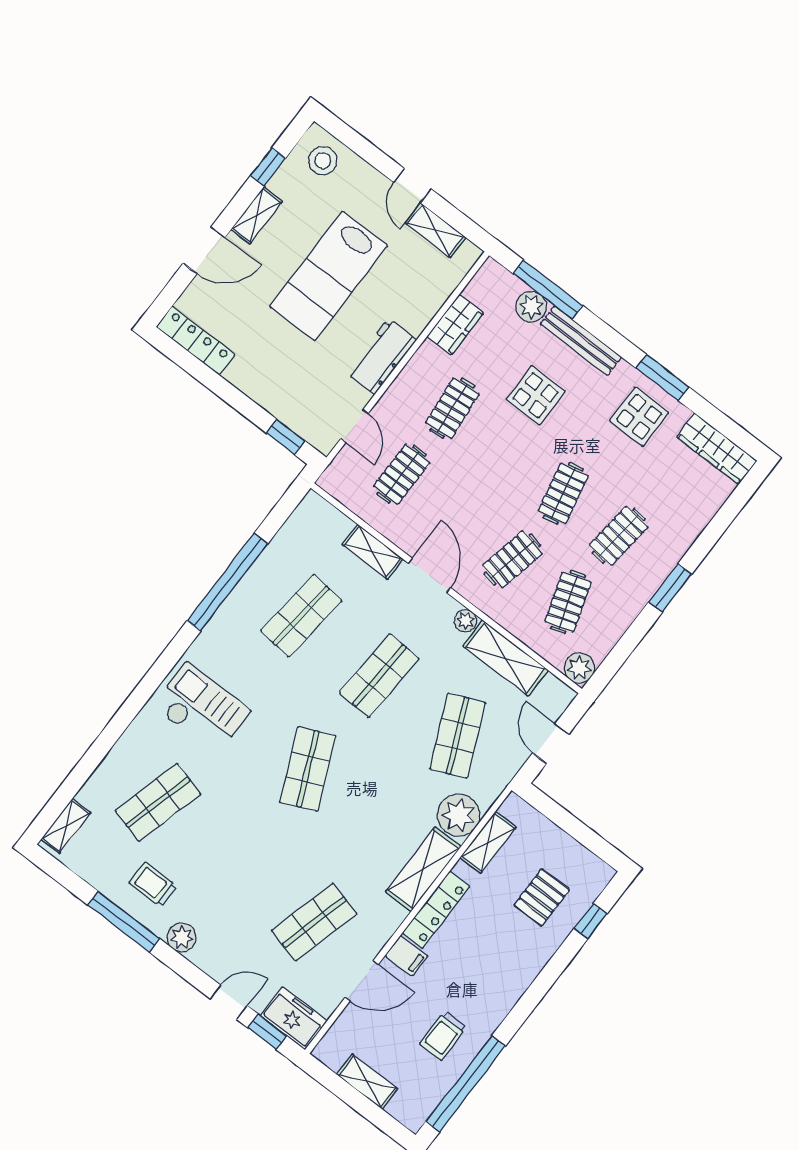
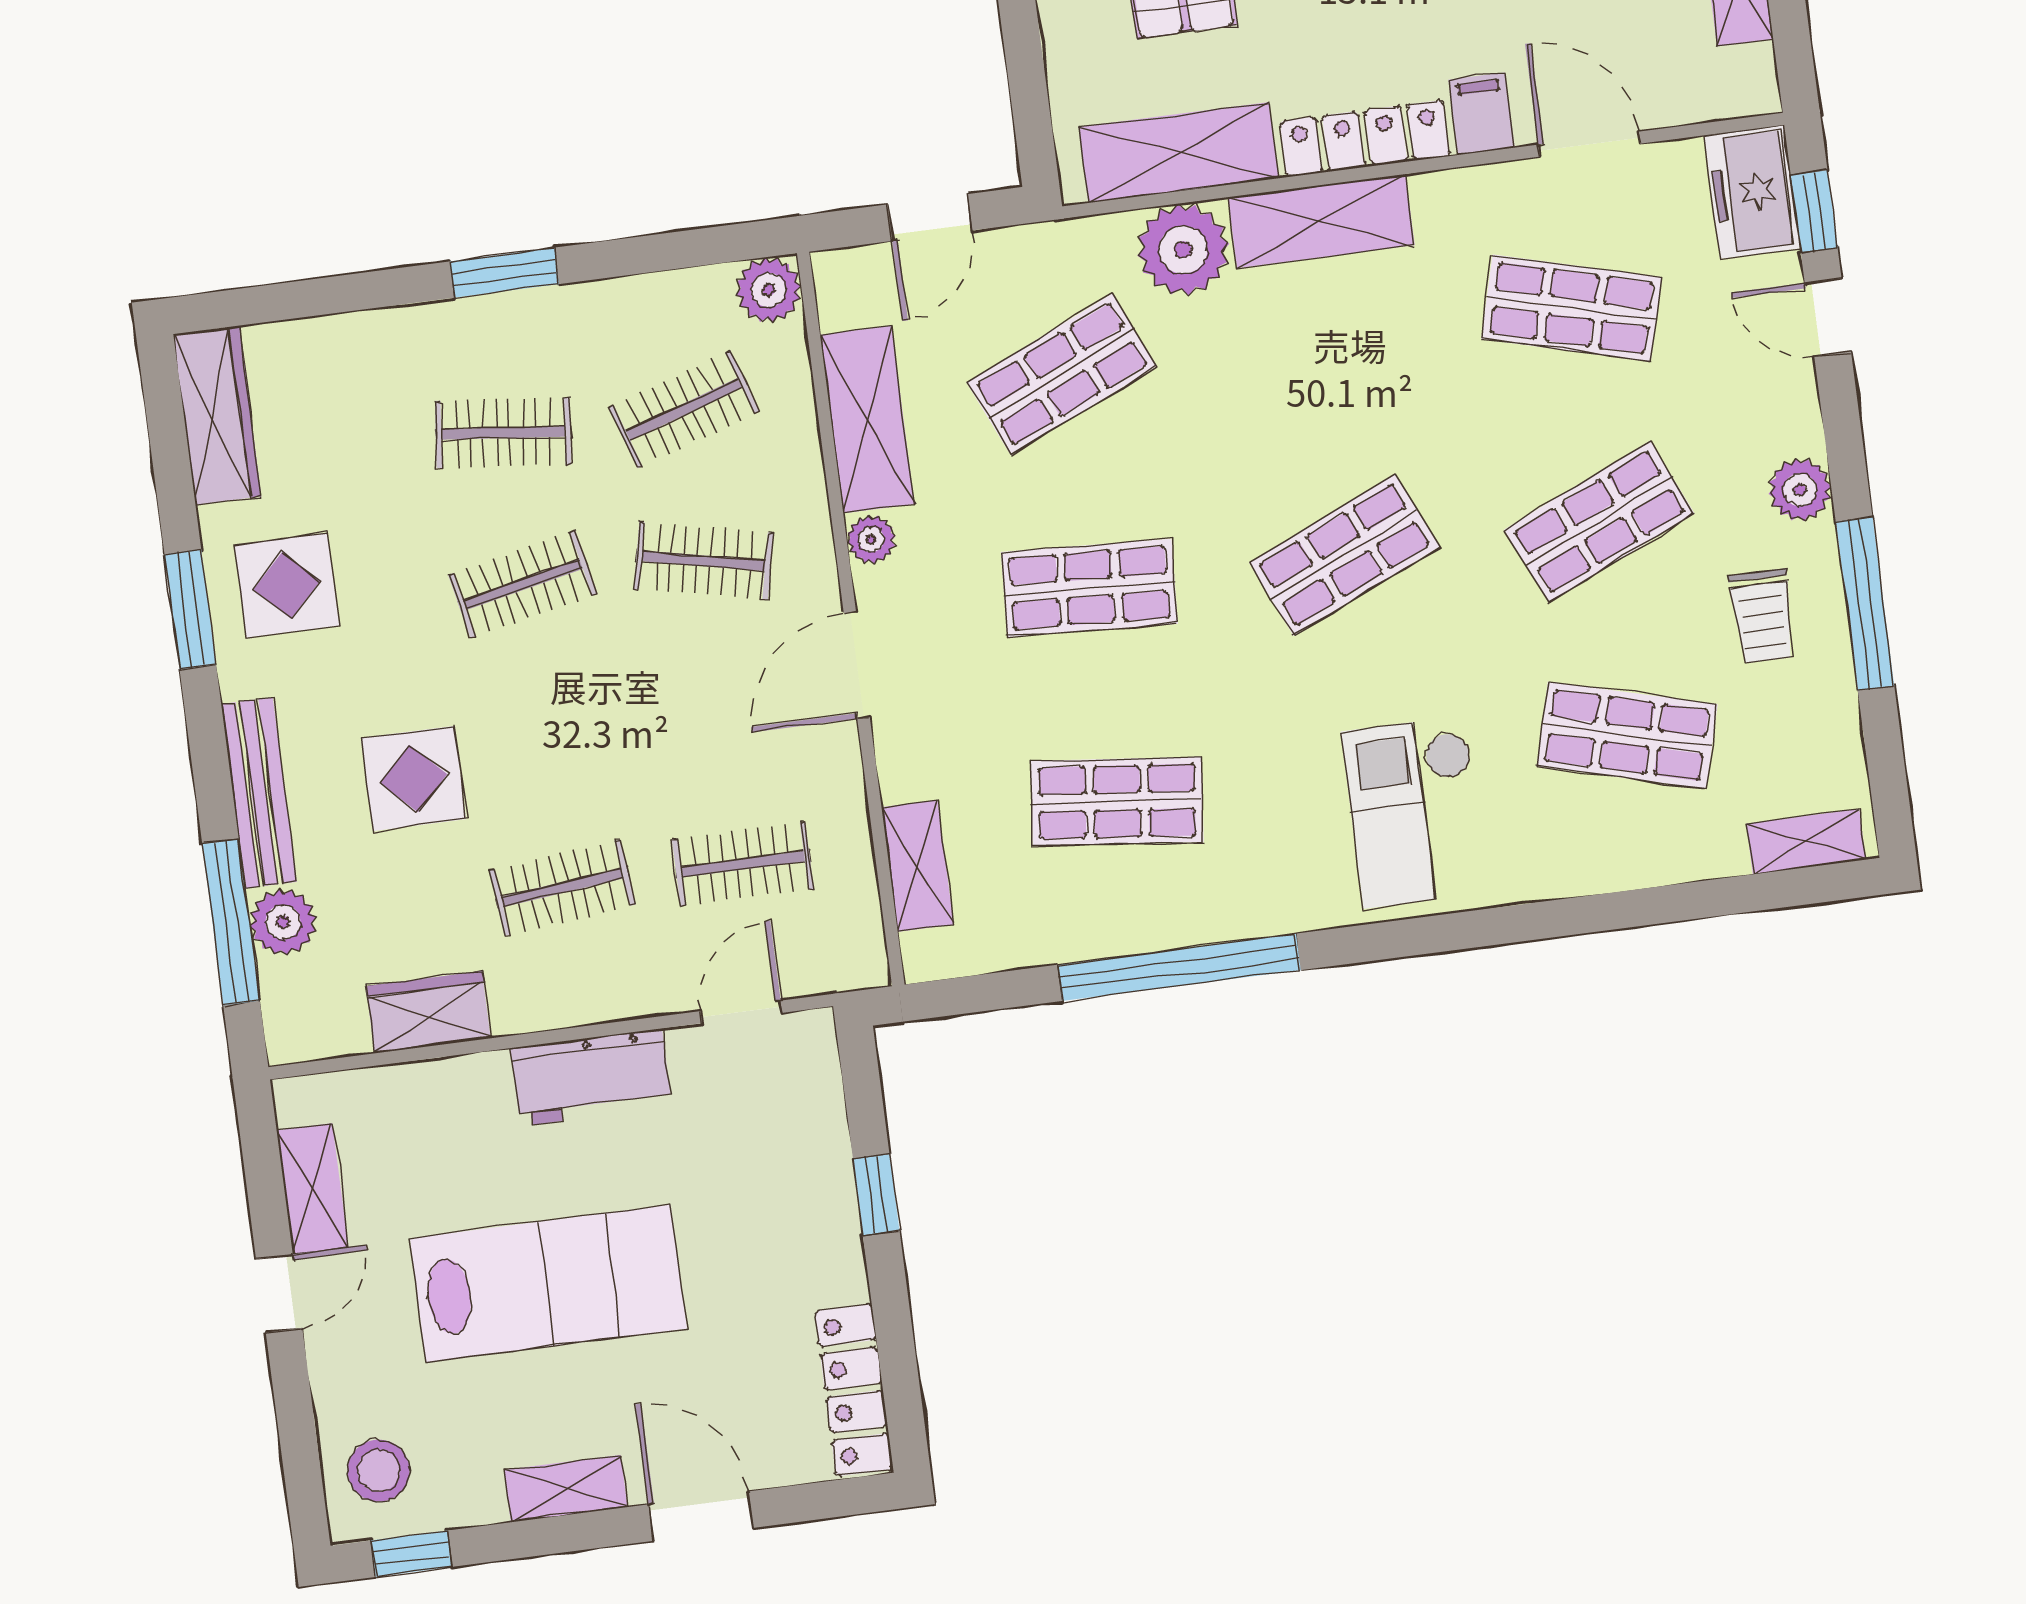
window: (268, 167) -> (412, 1554), moved
window: (286, 437) -> (876, 1195), moved
shelving: (373, 552) -> (917, 866), moved
shelving: (488, 842) -> (1179, 153), width x1.50, depth x1.33
shop shelf: (236, 862) -> (1599, 522), added

